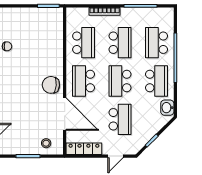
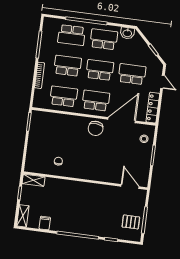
school desk: (84, 81) -> (96, 101), turned 180
school desk: (120, 81) -> (100, 70), turned 180

